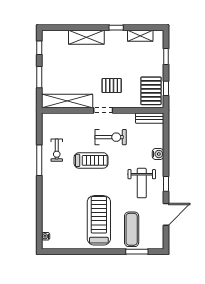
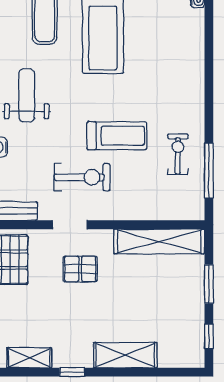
doorway: (103, 110) -> (70, 225), moved
exercise bike: (111, 137) -> (82, 177), turned 180
window: (39, 160) -> (209, 170), moved
treadmill: (91, 160) -> (117, 136), turned 180

